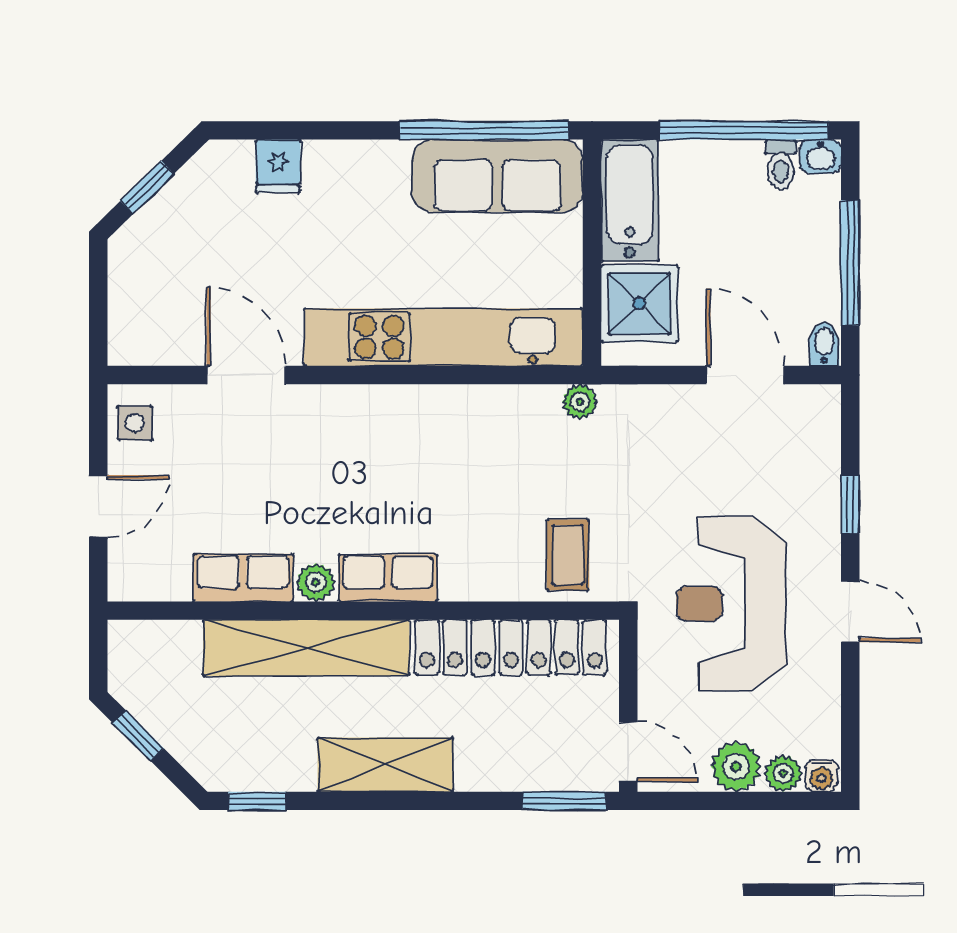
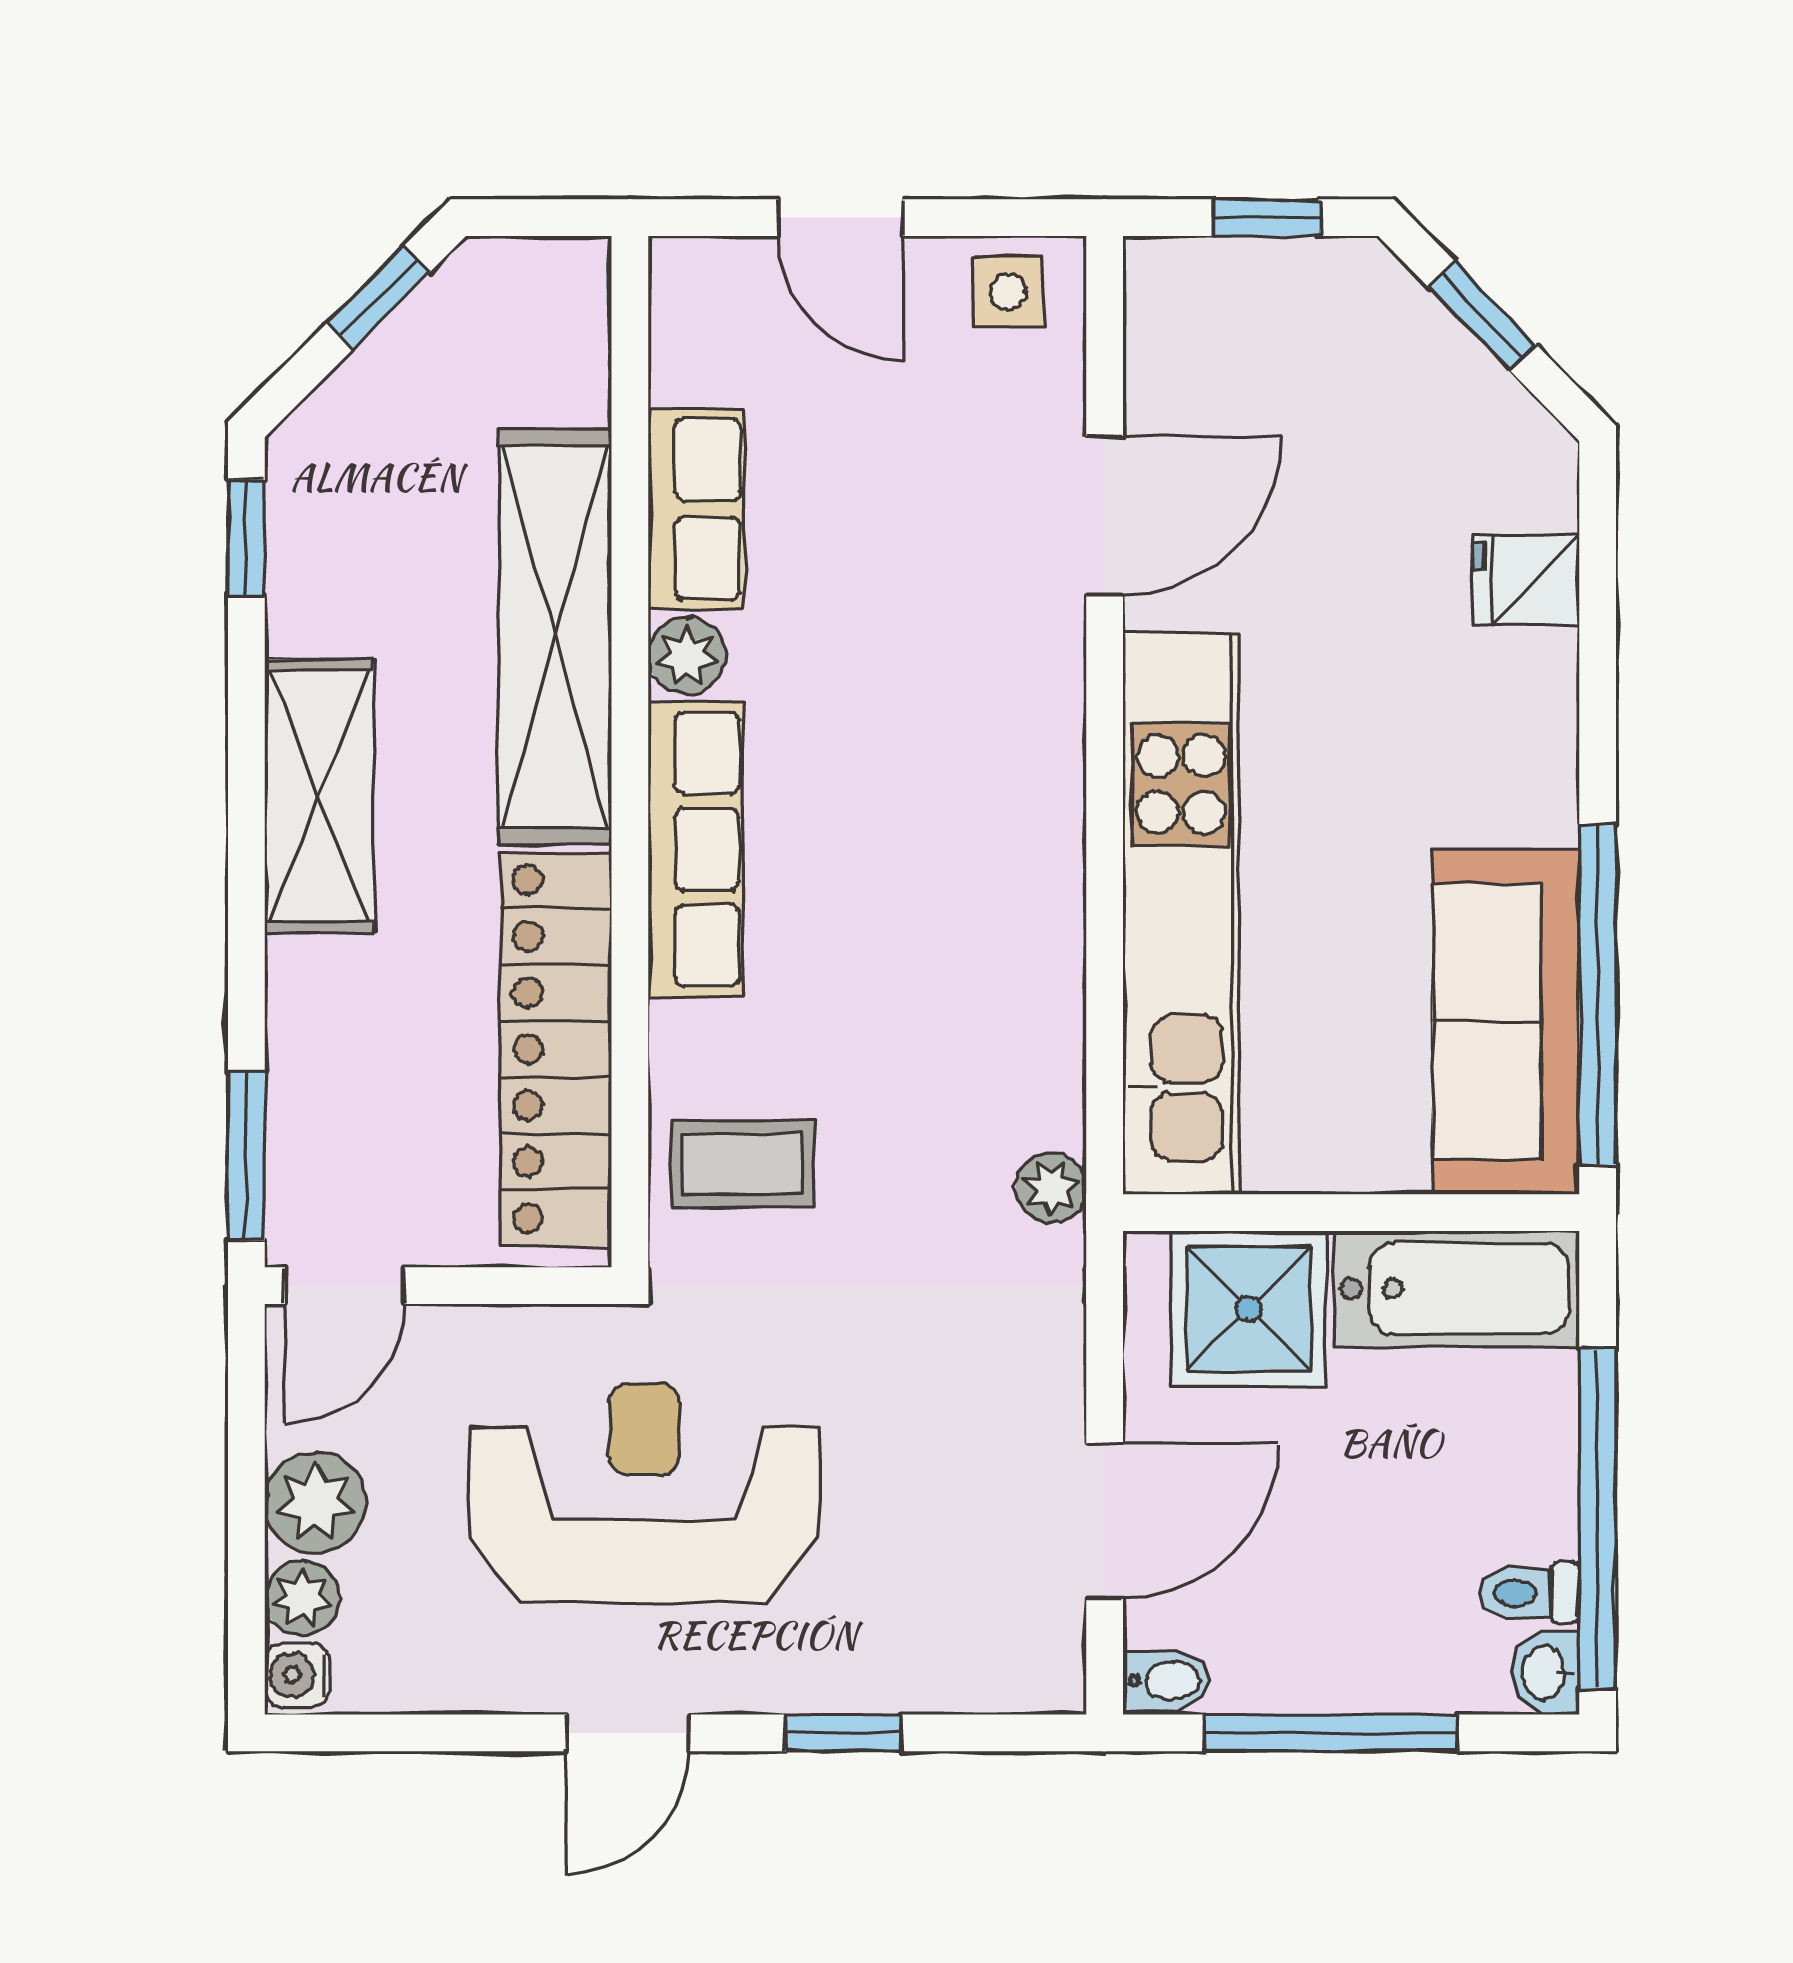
window: (98, 295) -> (1266, 218), added
row of seats: (388, 578) -> (696, 849), width x1.48

